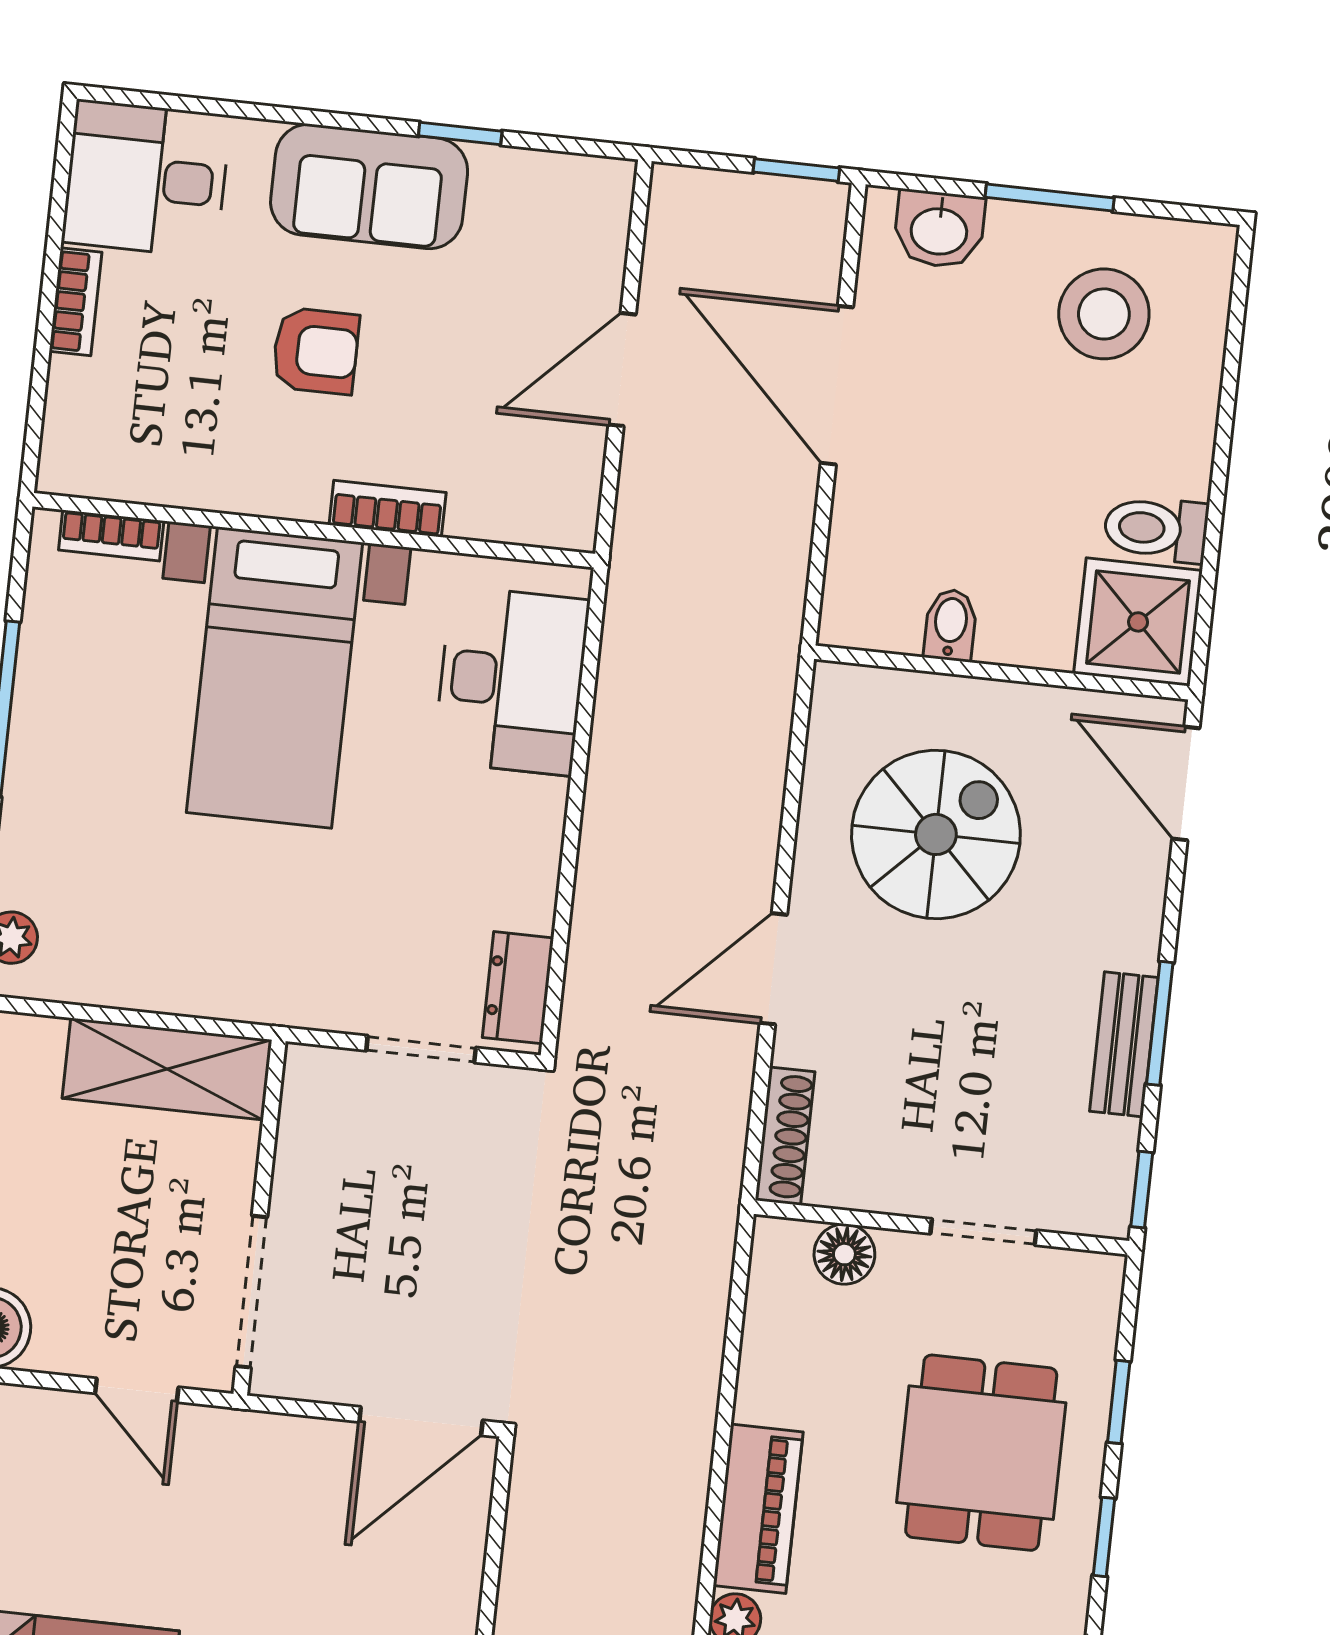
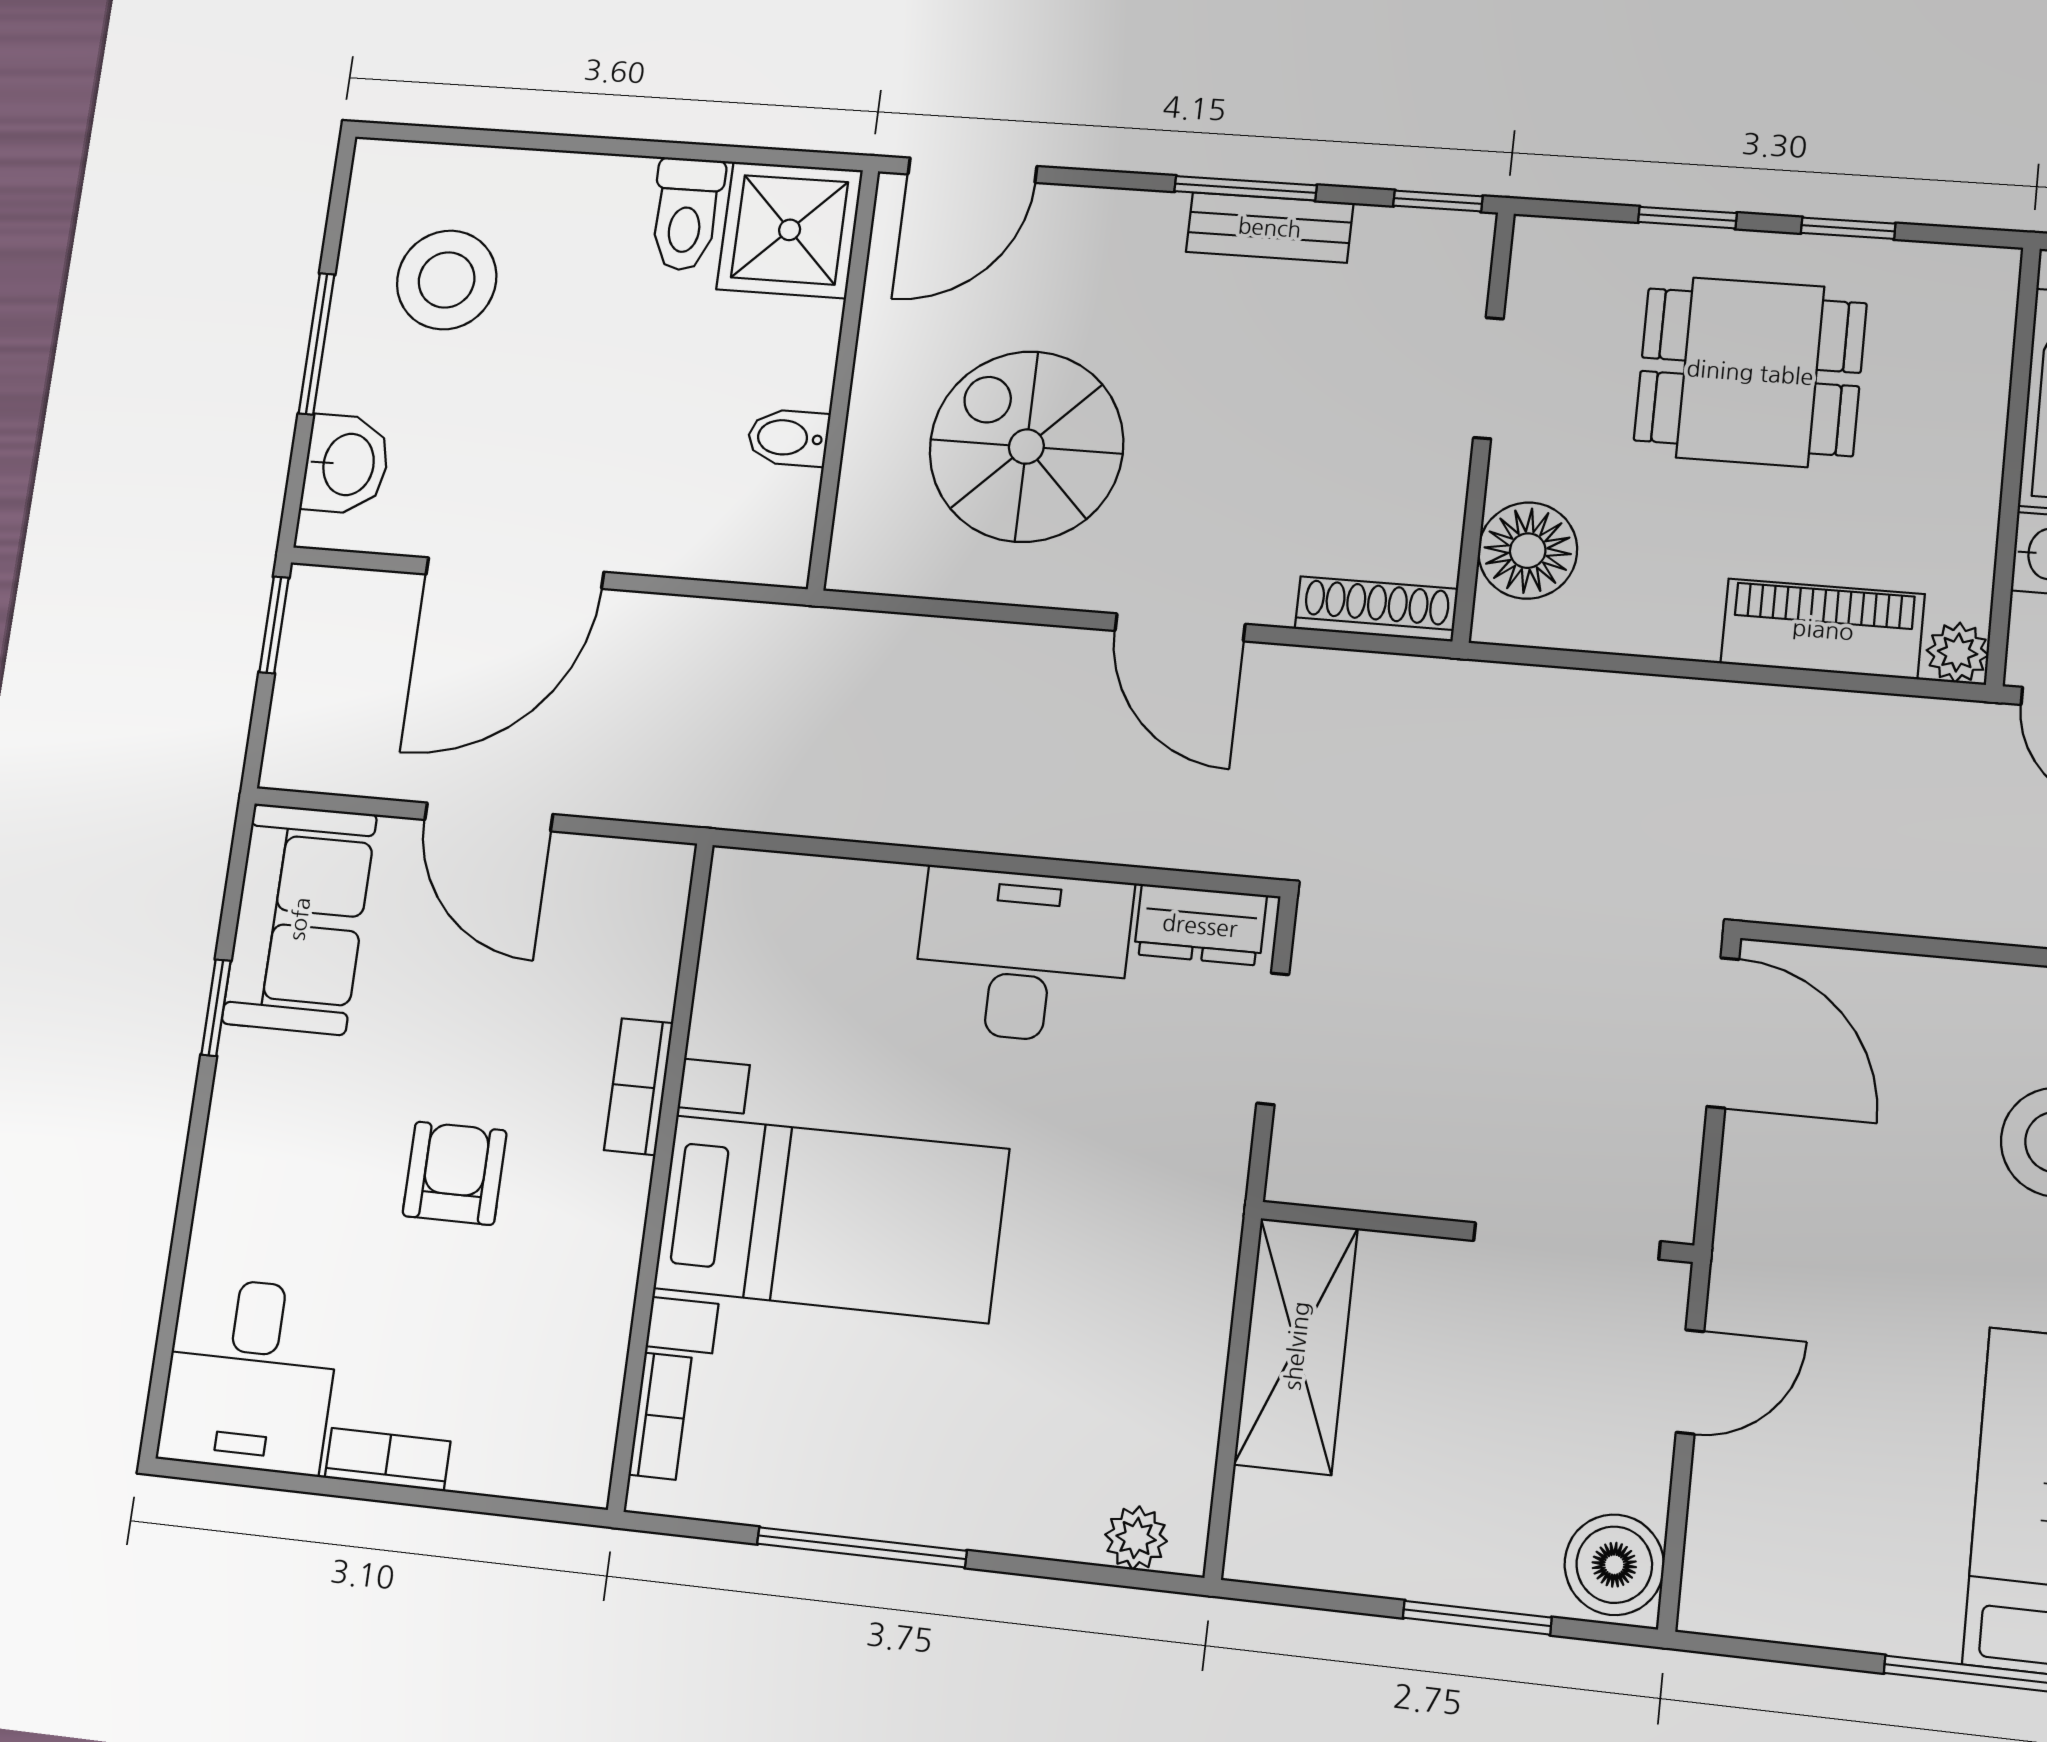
sofa: (369, 186) -> (299, 919), moved
desk: (511, 681) -> (1022, 956), moved
floor lamp: (844, 1254) -> (1528, 551), width x1.38, depth x1.38

